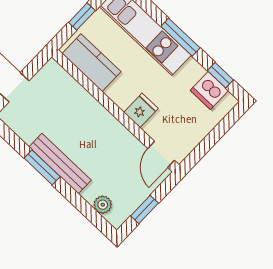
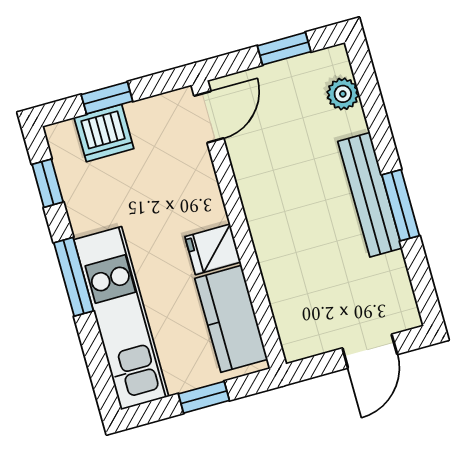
dishwasher: (209, 91) -> (104, 133), moved, turned 90
fridge: (141, 110) -> (213, 249), moved
window: (216, 134) -> (107, 98), added

